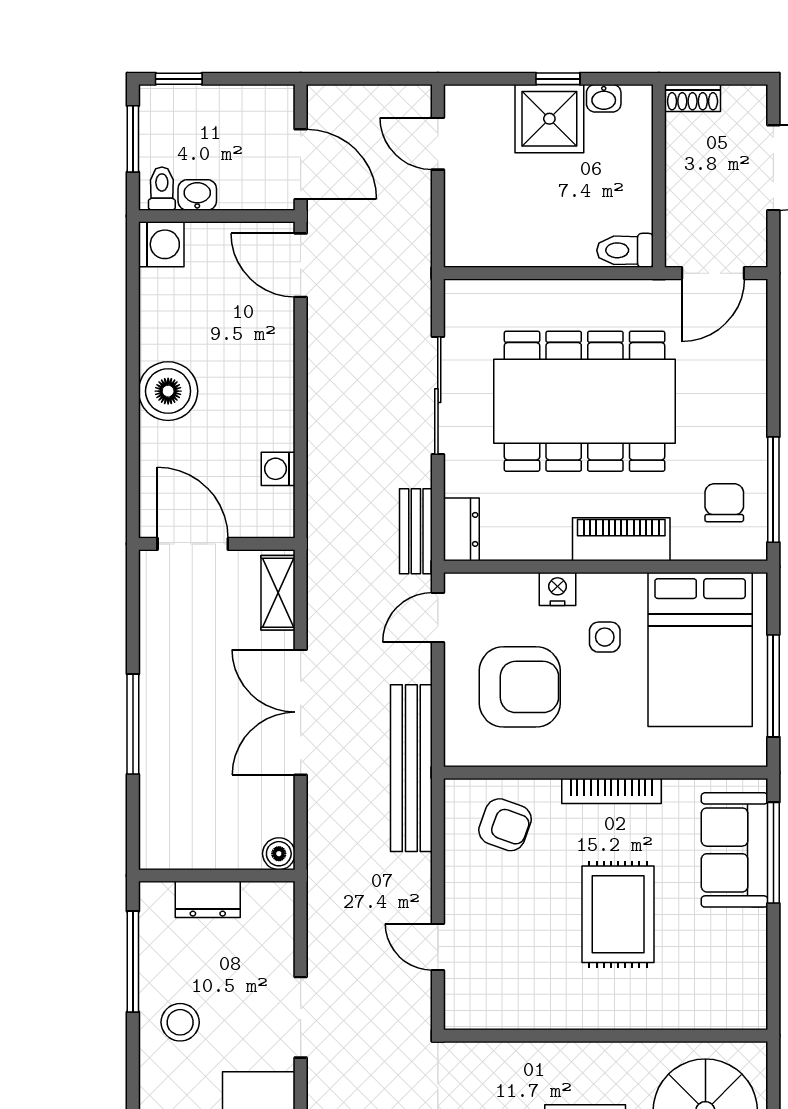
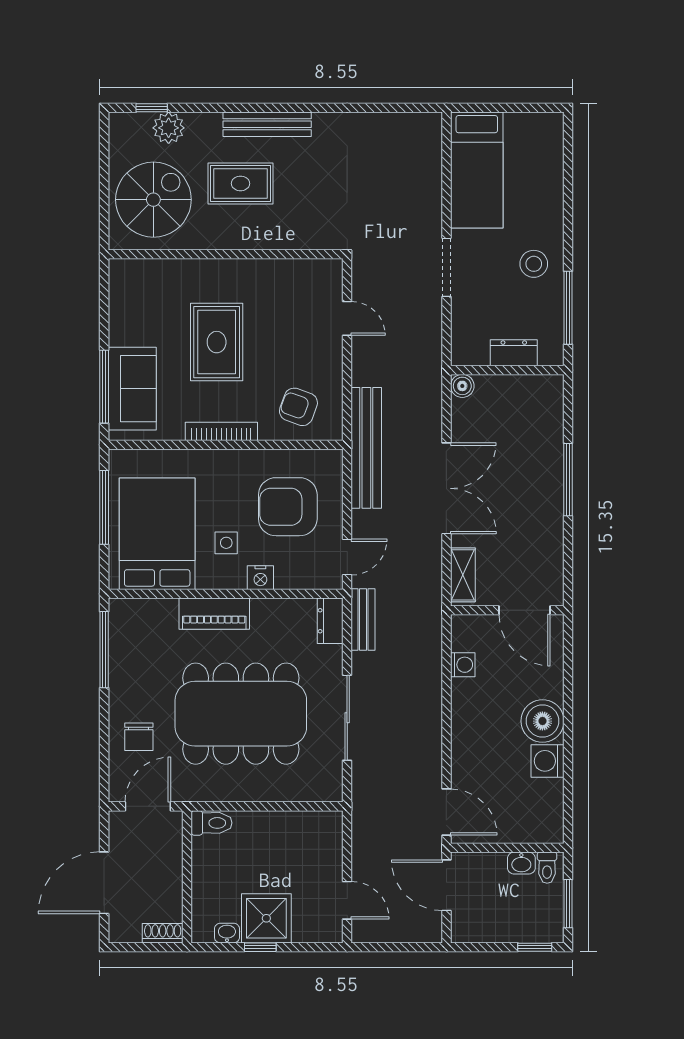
washing machine: (161, 244) -> (547, 761), moved
chair: (724, 503) -> (139, 737), moved

